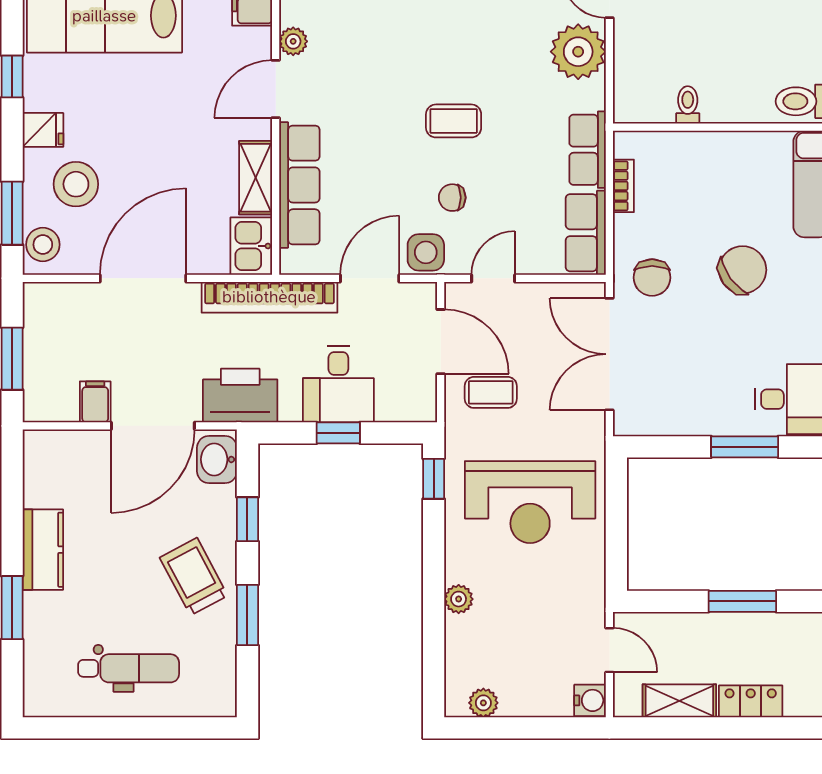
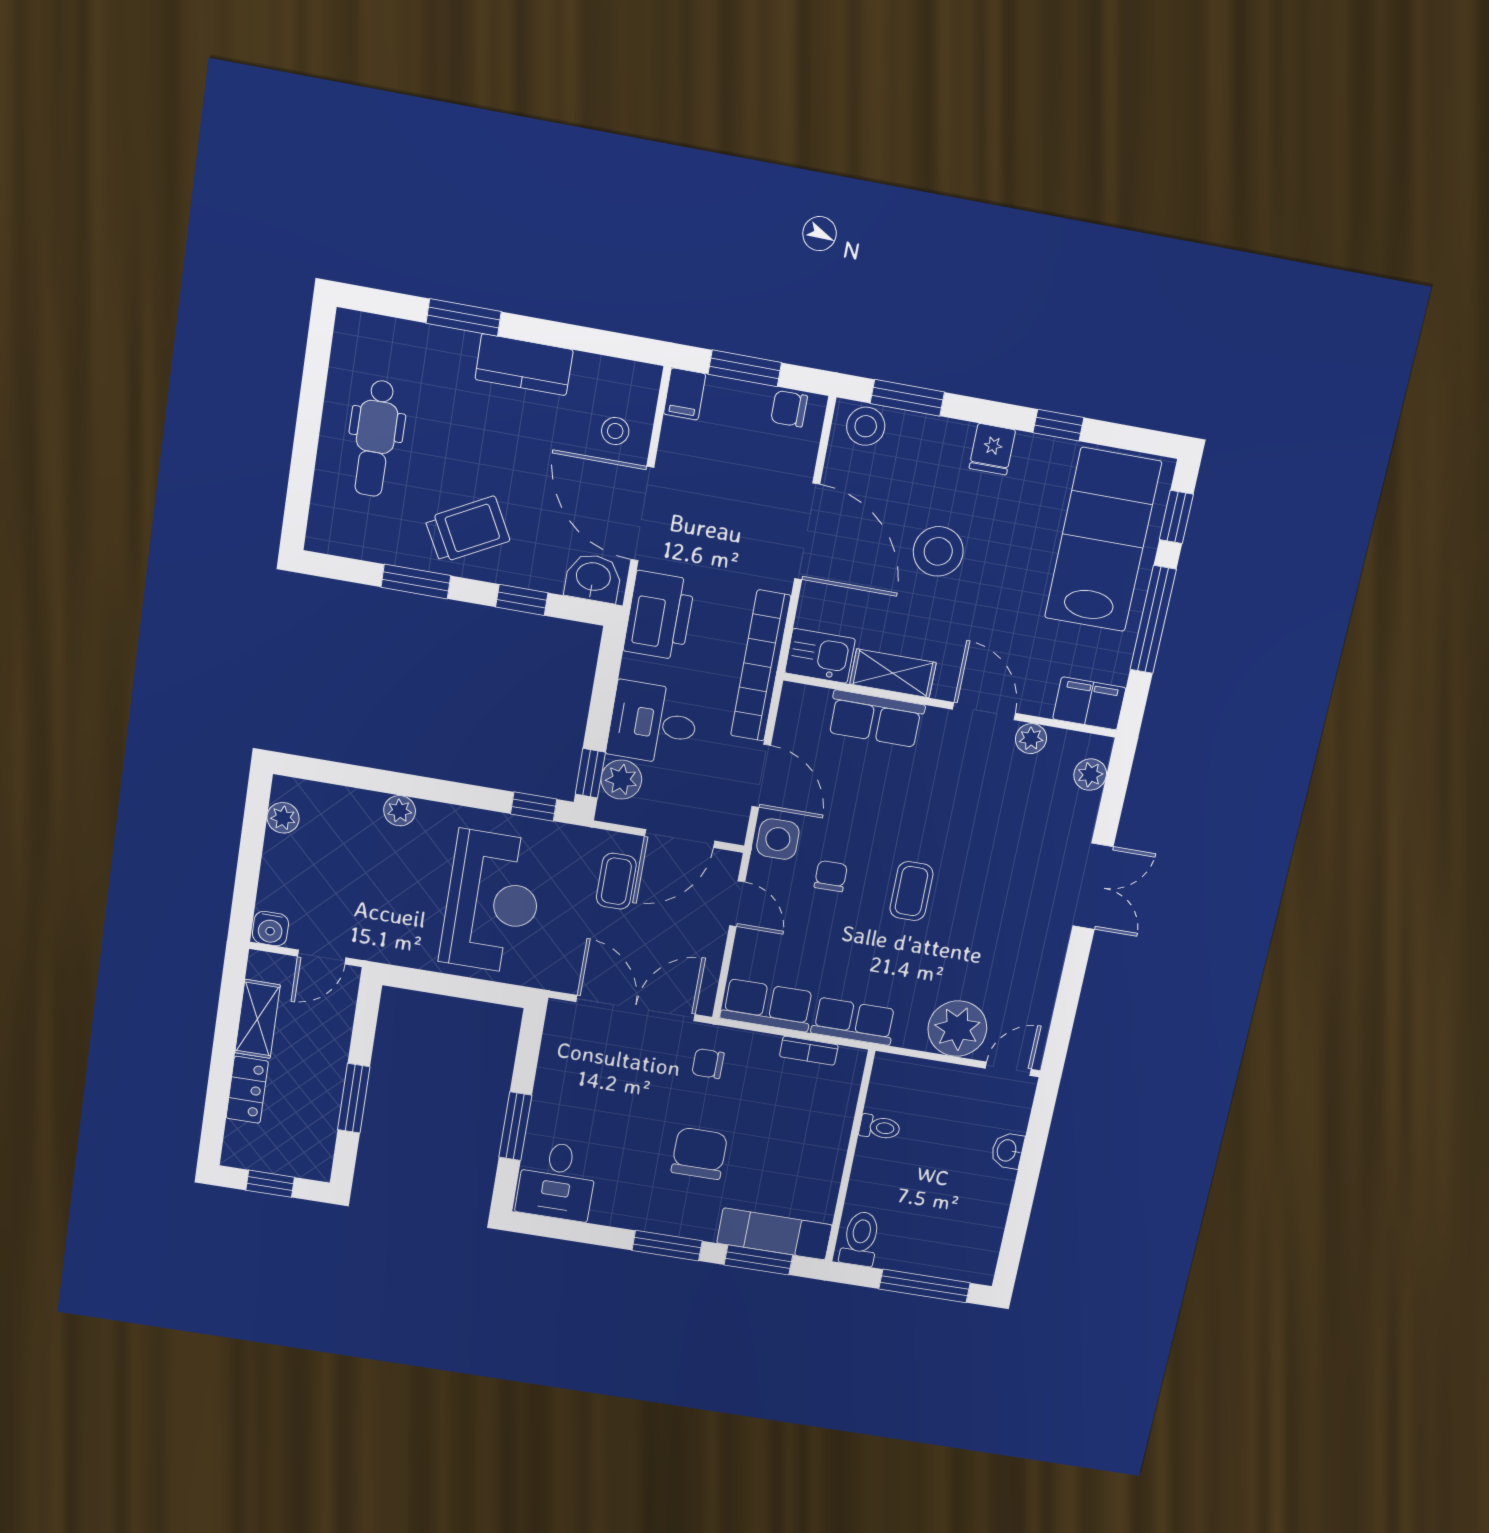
stool: (76, 184) -> (938, 551), moved
row of seats: (299, 185) -> (876, 719), width x0.68
chair: (743, 270) -> (699, 1153), turned -144
chair: (652, 278) -> (708, 1064), width x0.73, depth x0.73
chair: (40, 314) -> (789, 409), added
filing cabinet: (95, 402) -> (685, 394), moved, turned 90
plant: (395, 404) -> (621, 780), added
window: (338, 433) -> (590, 773), moved
stool: (85, 462) -> (615, 431), added
reception desk: (530, 502) -> (492, 902), turned 180

